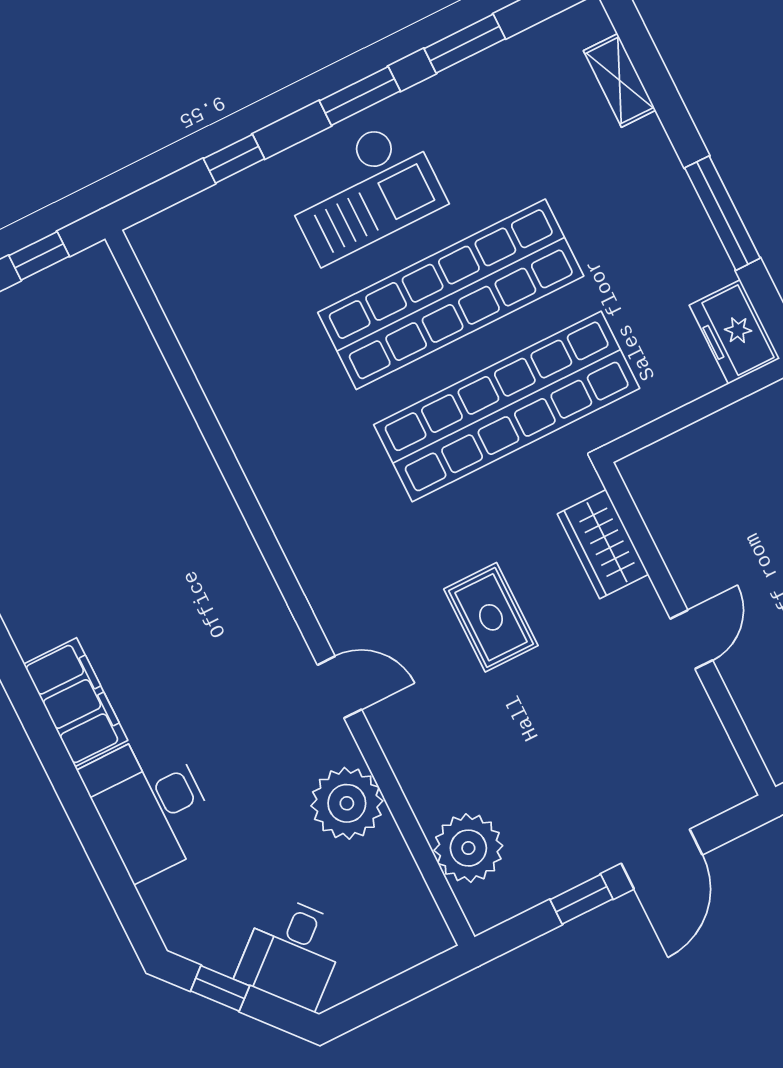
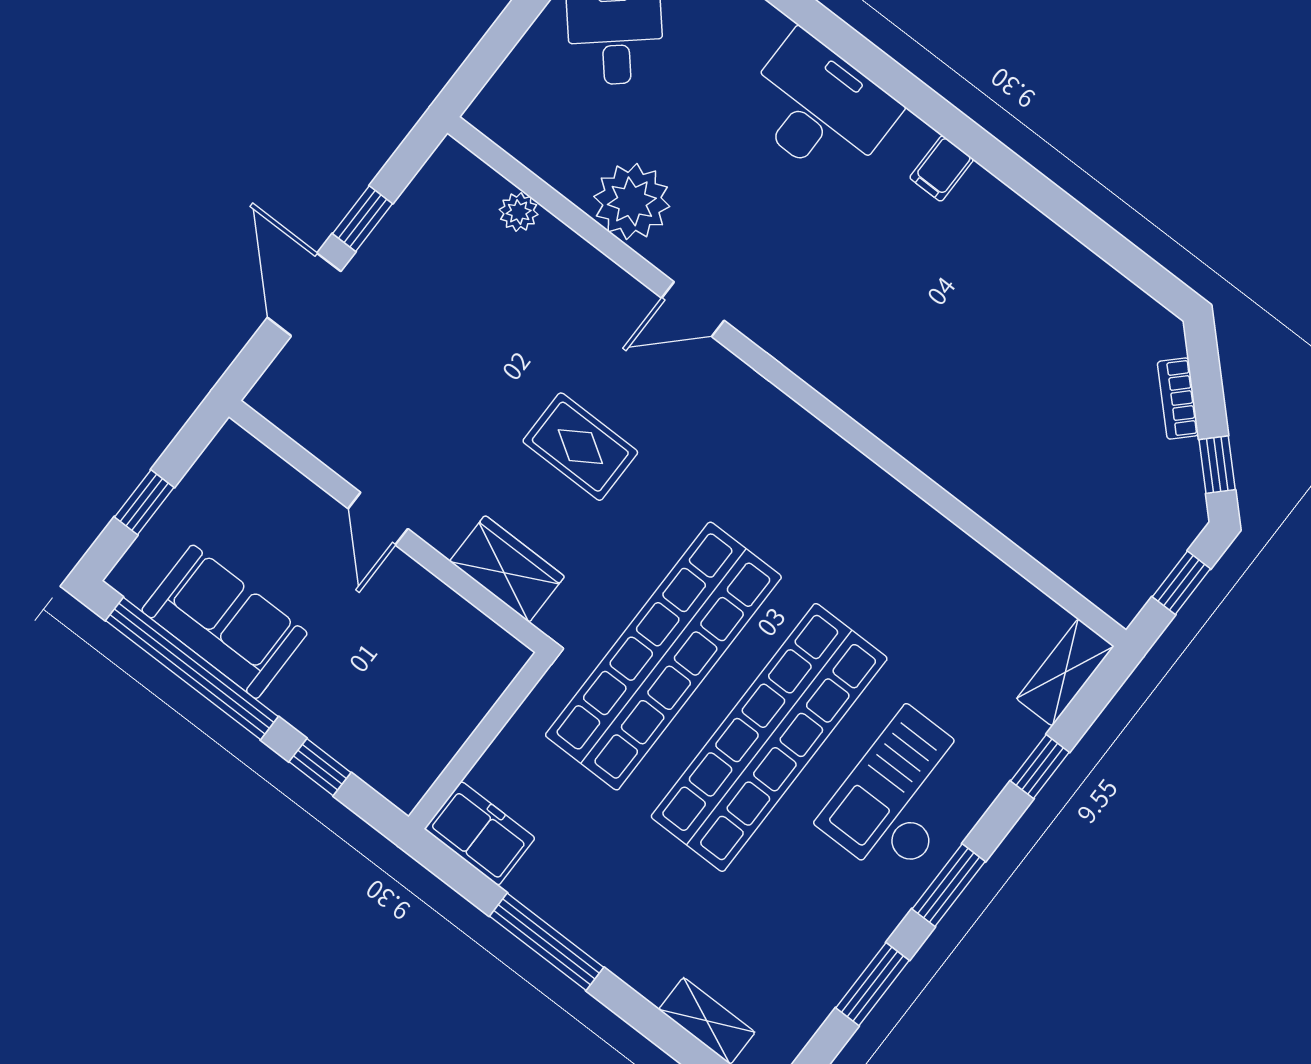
shelving: (174, 228) -> (1065, 672), added
filing cabinet: (76, 702) -> (942, 169), width x0.33, depth x0.86
plant: (468, 848) -> (519, 212), width x0.53, depth x0.53

